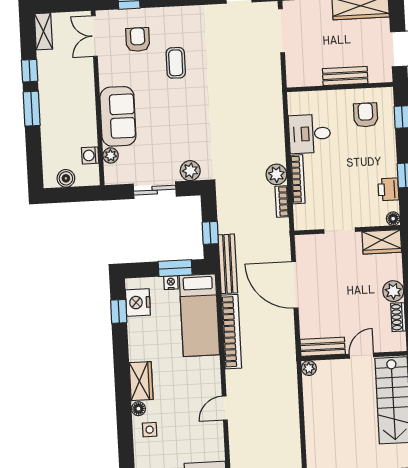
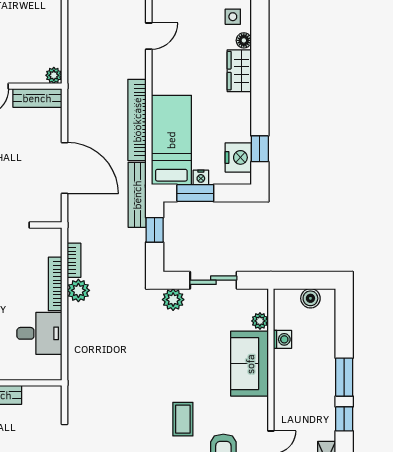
washing machine: (90, 155) -> (282, 339), moved

